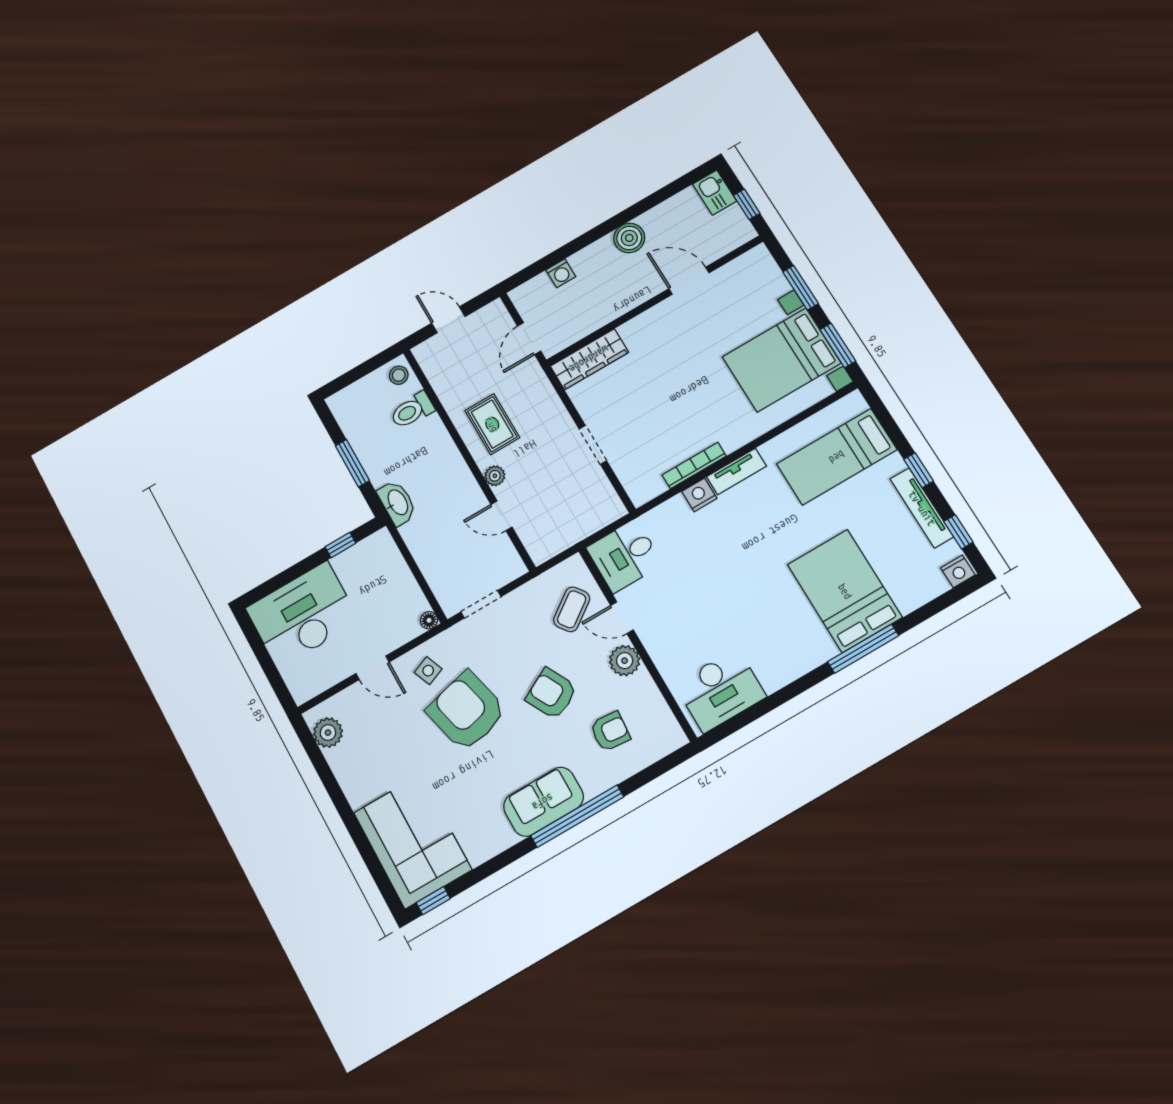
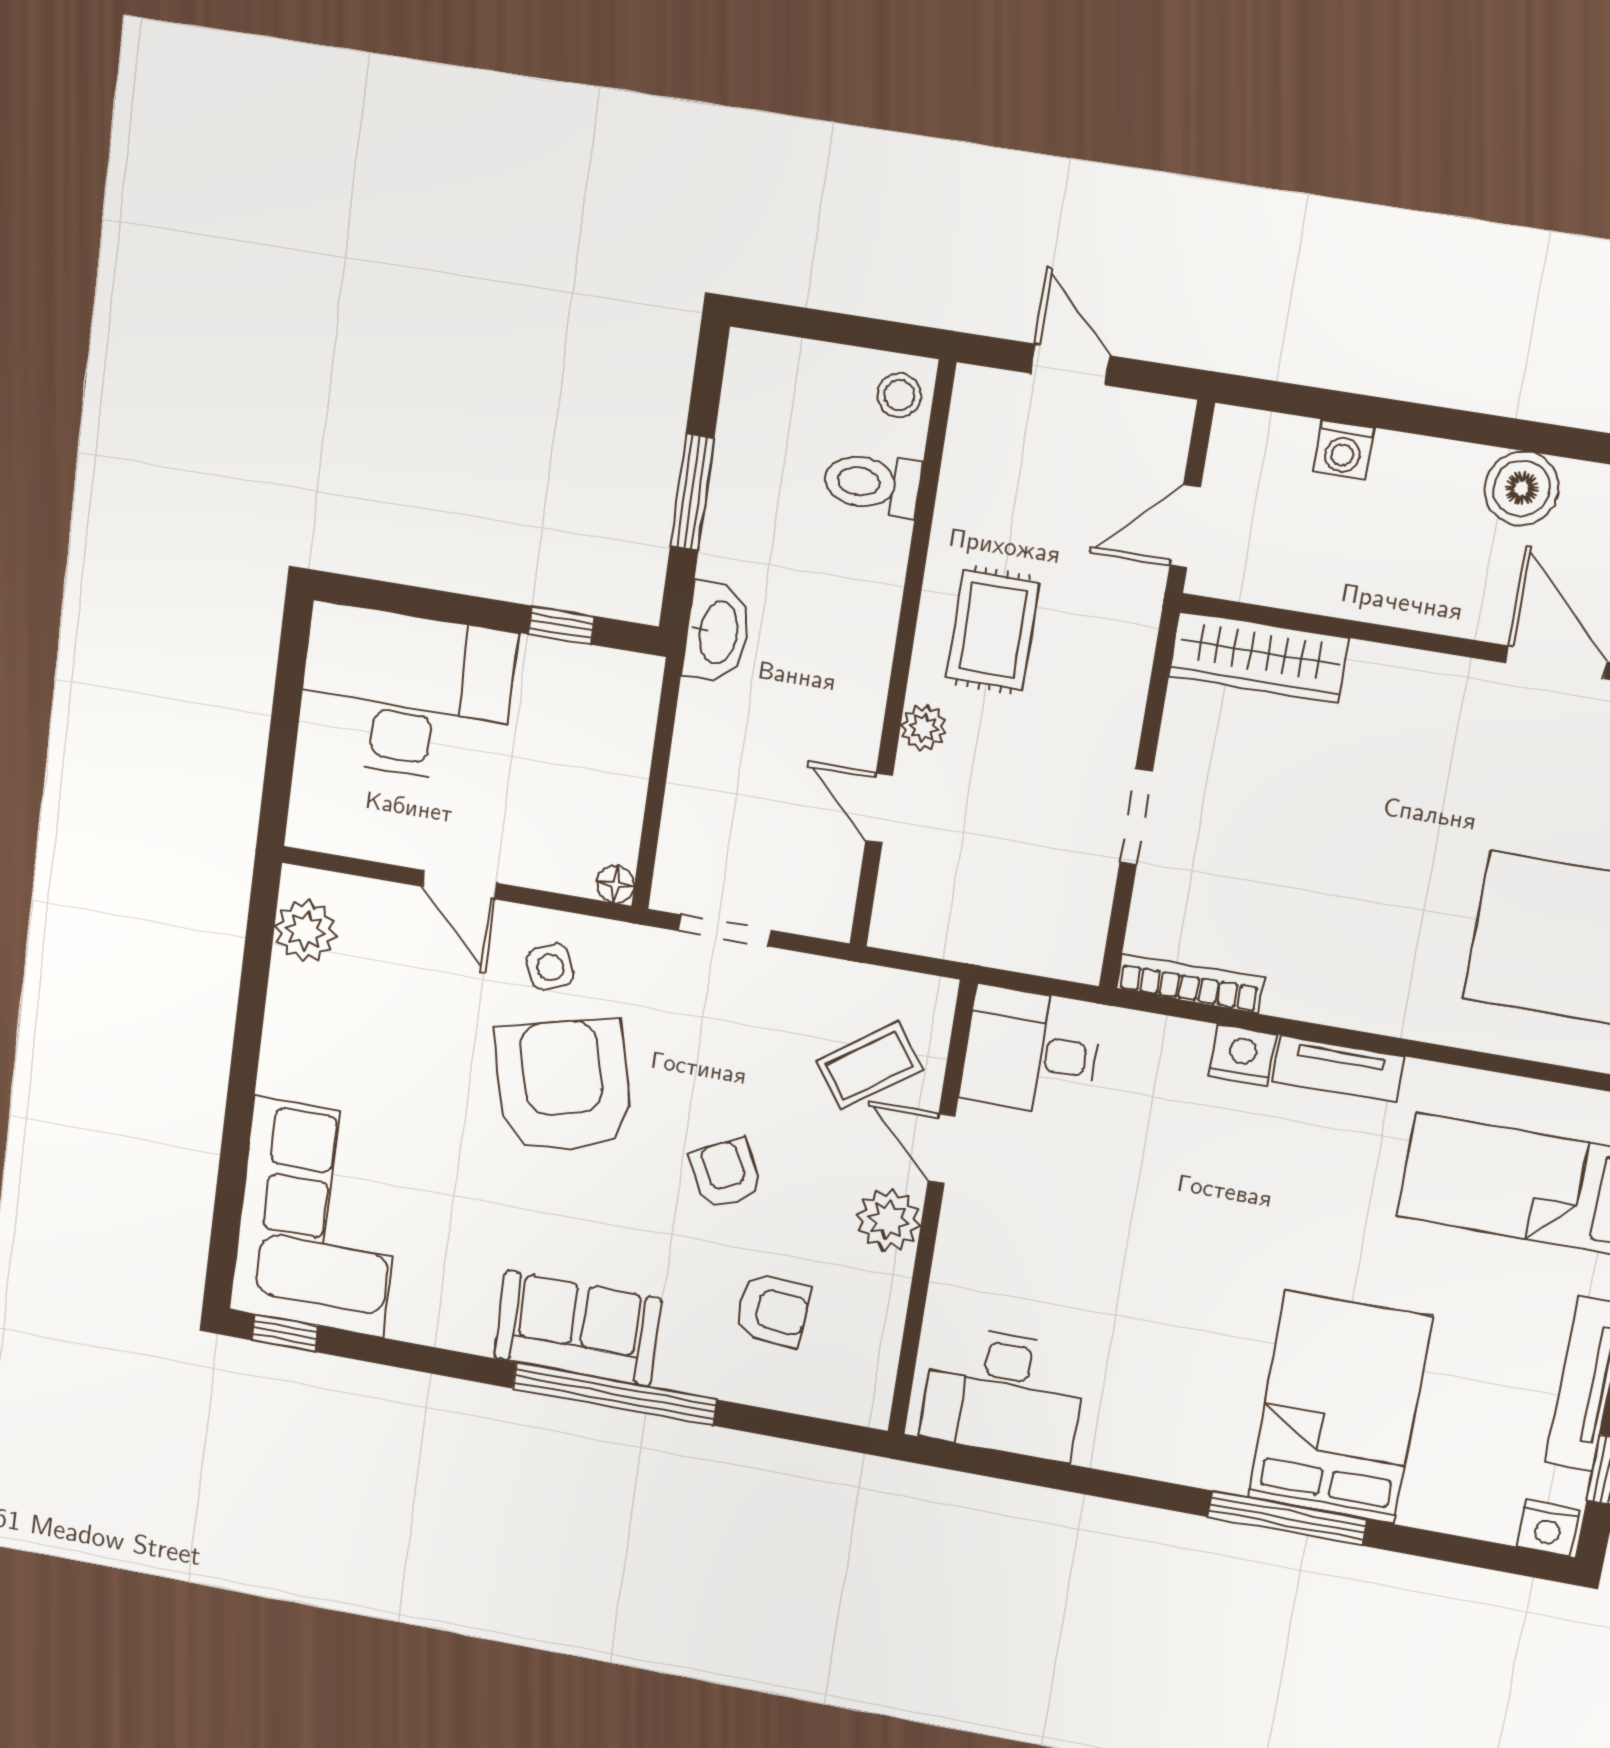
bookcase: (694, 465) -> (1190, 984), moved
armchair: (552, 694) -> (726, 1173), width x0.72, depth x0.72

